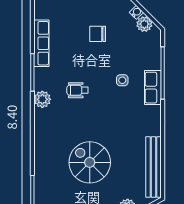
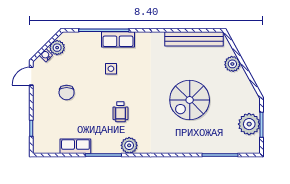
row of seats: (41, 43) -> (75, 146), width x0.68

